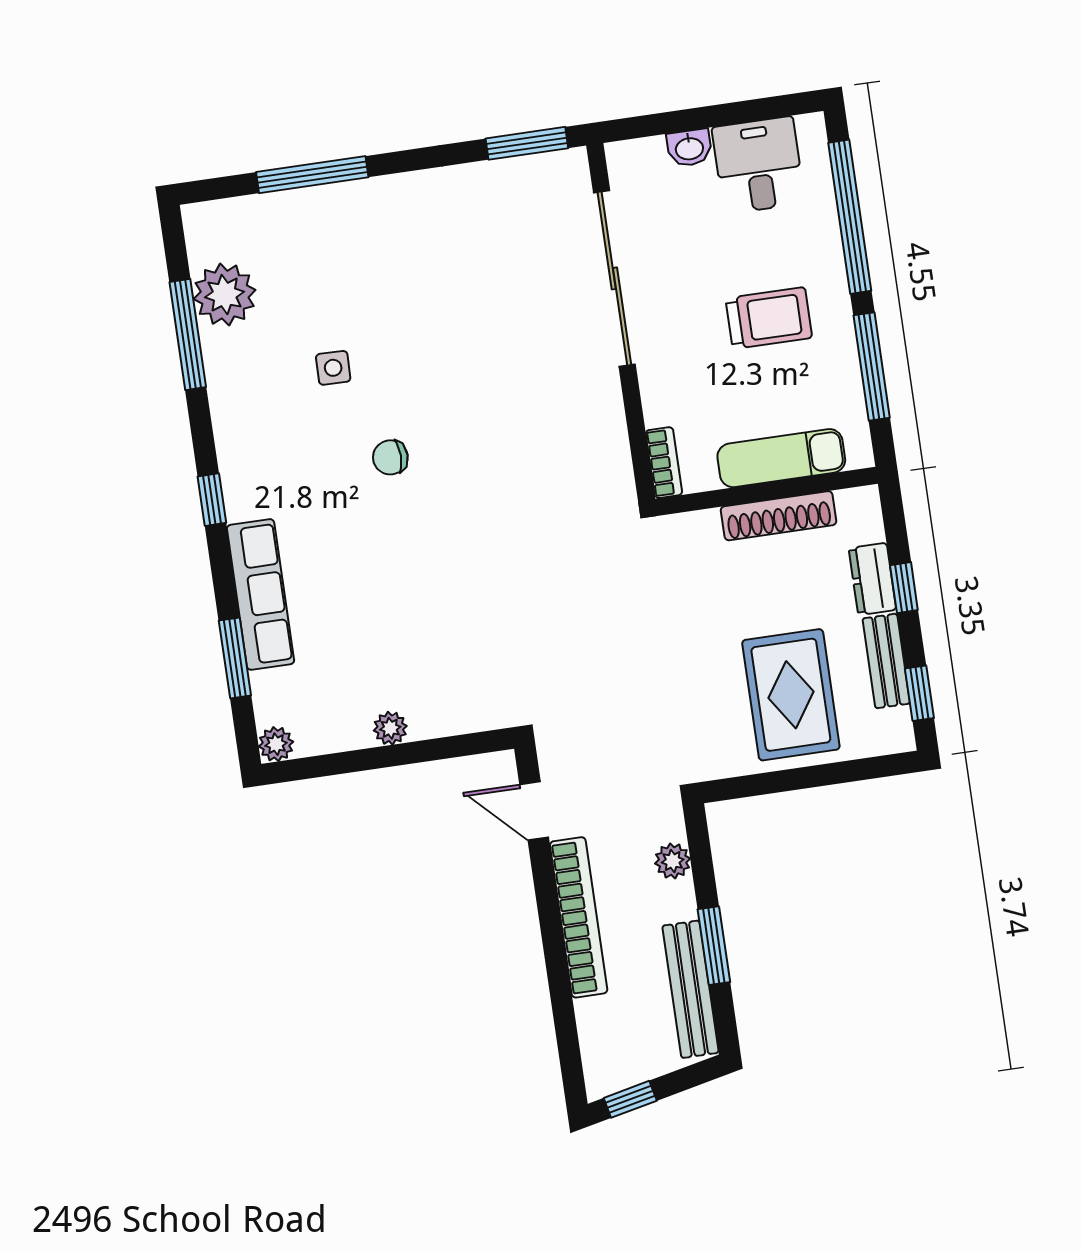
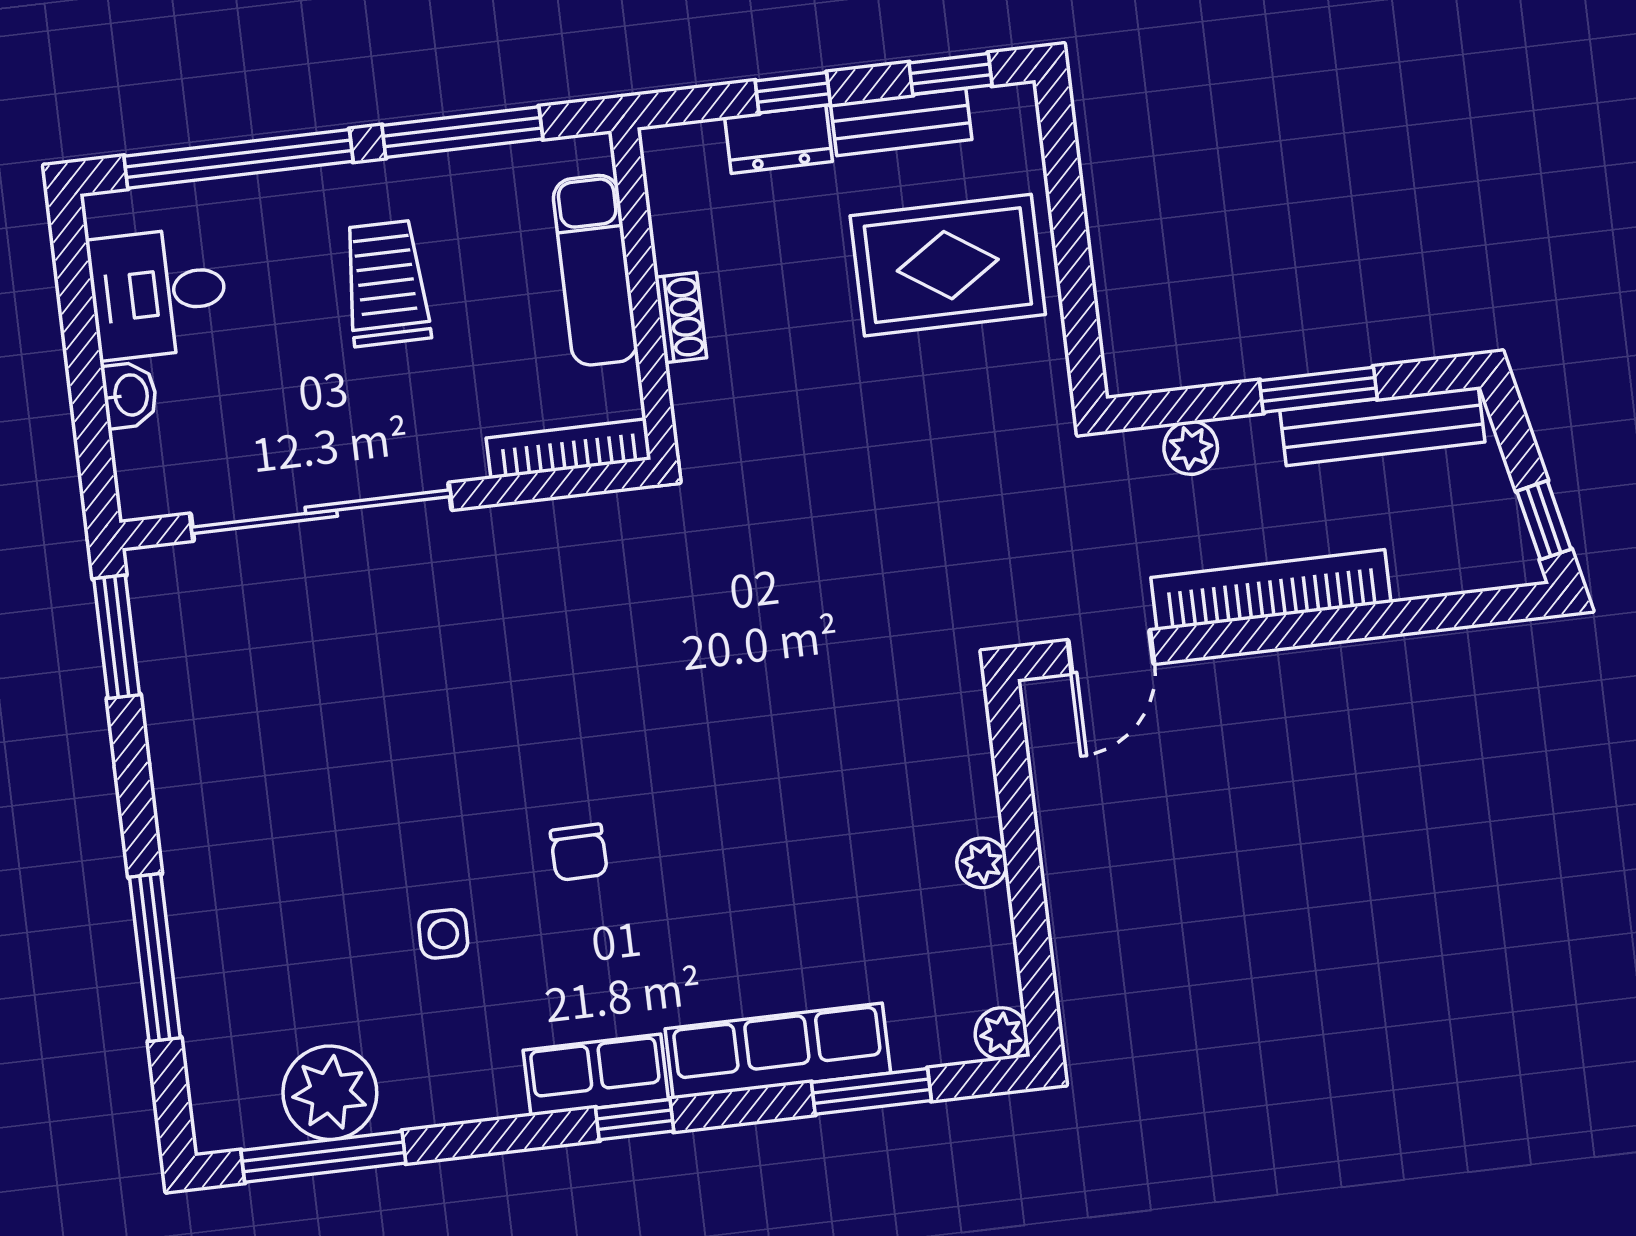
window: (188, 335) -> (323, 1157), moved
bookcase: (664, 463) -> (569, 449), width x1.56
row of seats: (241, 473) -> (596, 1075), added
shoe rack: (779, 516) -> (681, 318), width x0.51, depth x0.81

